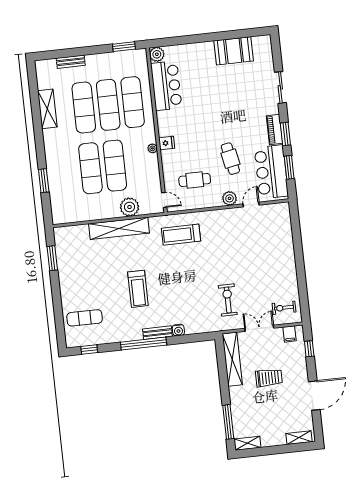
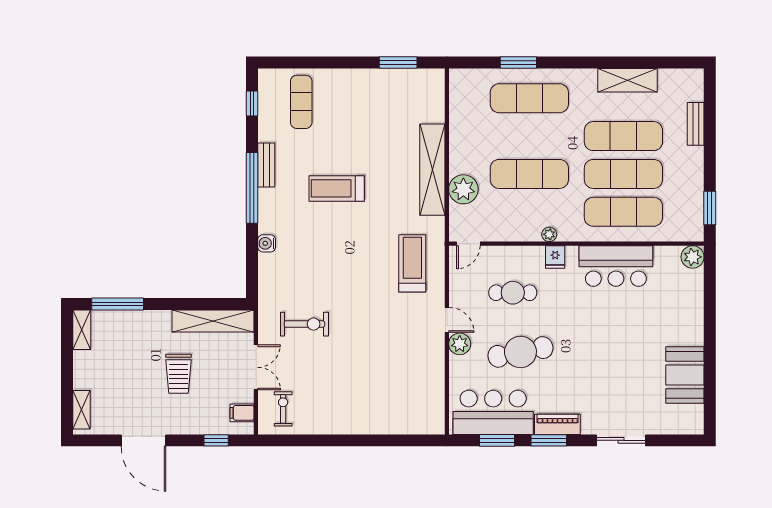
bar counter: (166, 86) -> (616, 266), moved
cafe table: (230, 159) -> (520, 352), width x1.37, depth x1.35
exercise mat: (90, 168) -> (529, 98), moved
cafe table: (195, 180) -> (513, 293), moved, turned 90
door: (251, 204) -> (447, 320), moved
bench: (157, 333) -> (266, 165), moved

